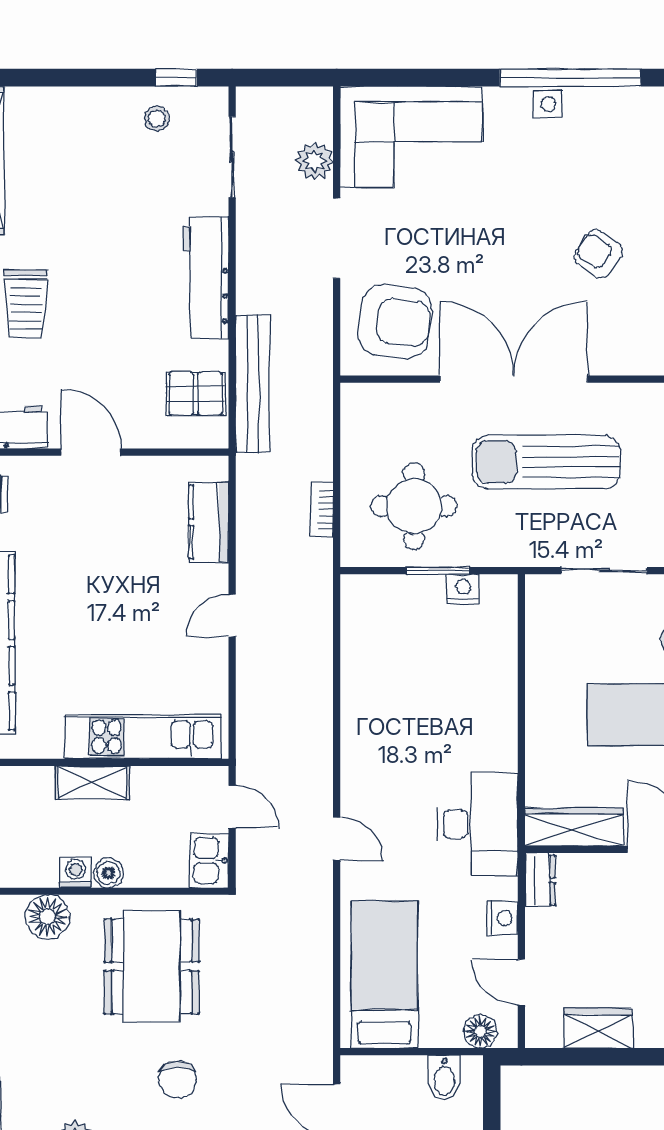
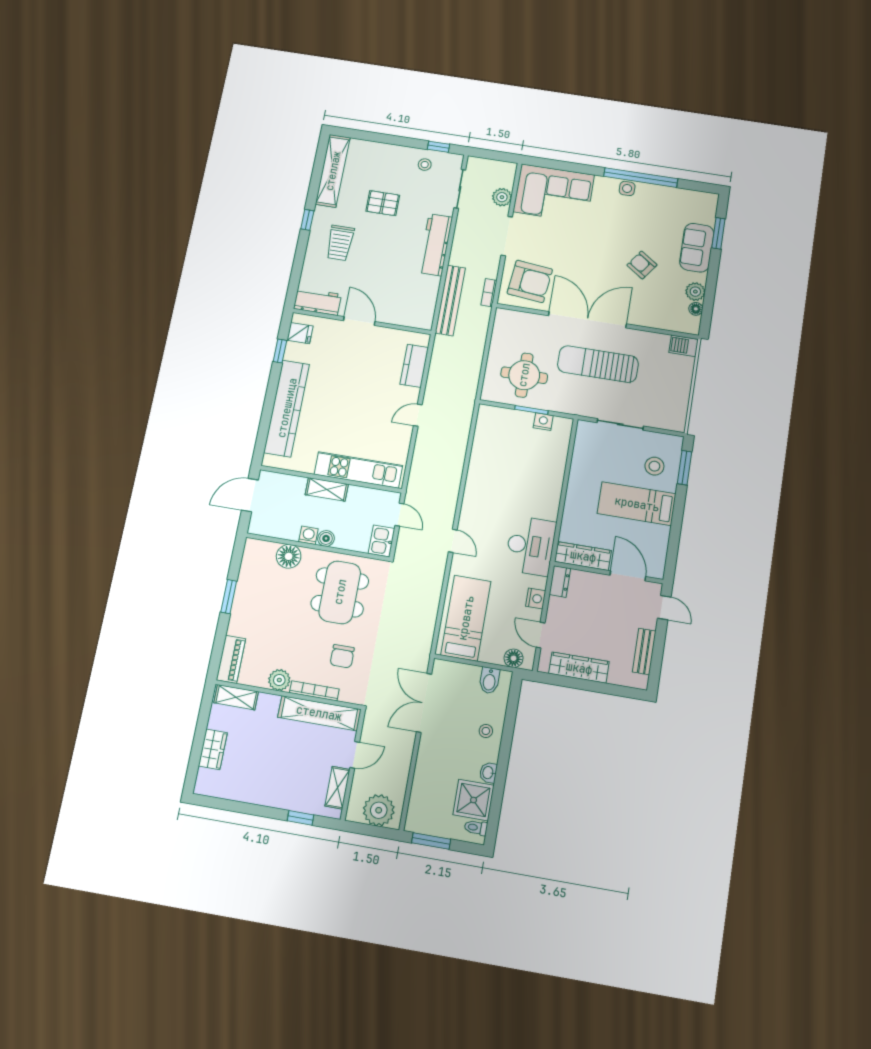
pallet: (196, 394) -> (383, 203), moved
bookcase: (322, 510) -> (489, 293), moved
wardrobe: (598, 1028) -> (579, 668), width x1.50

